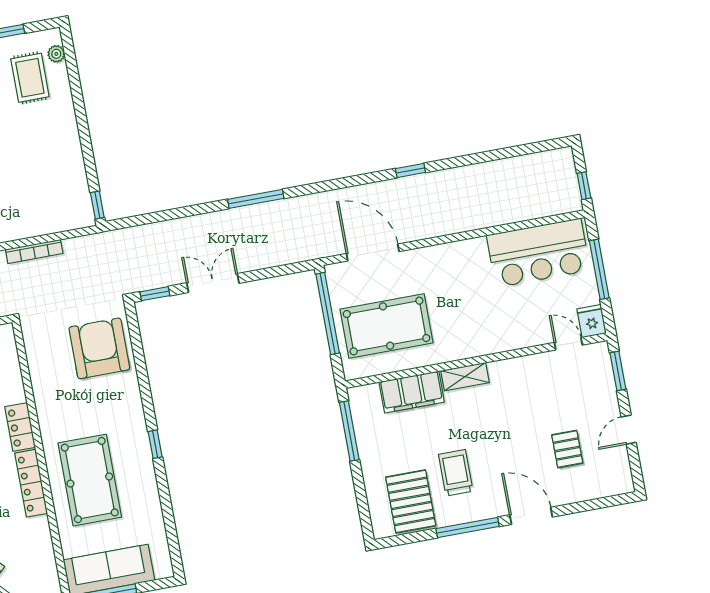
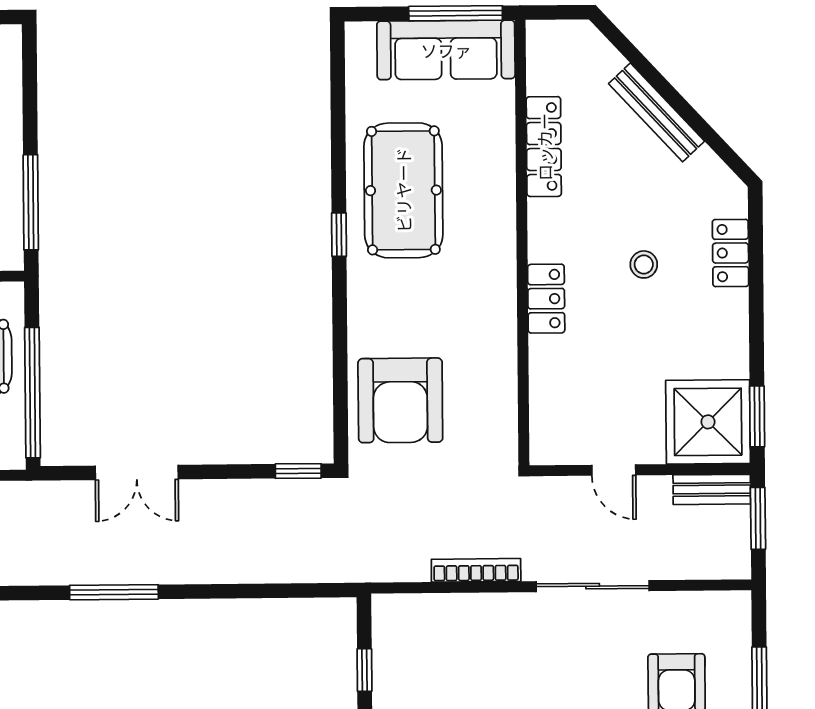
window: (97, 205) -> (365, 670), moved
double door: (213, 283) -> (137, 472), moved
pool table: (90, 480) -> (403, 190), moved
locker: (31, 483) -> (544, 147), moved

